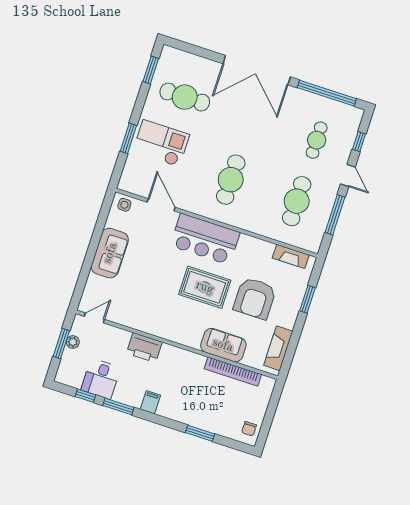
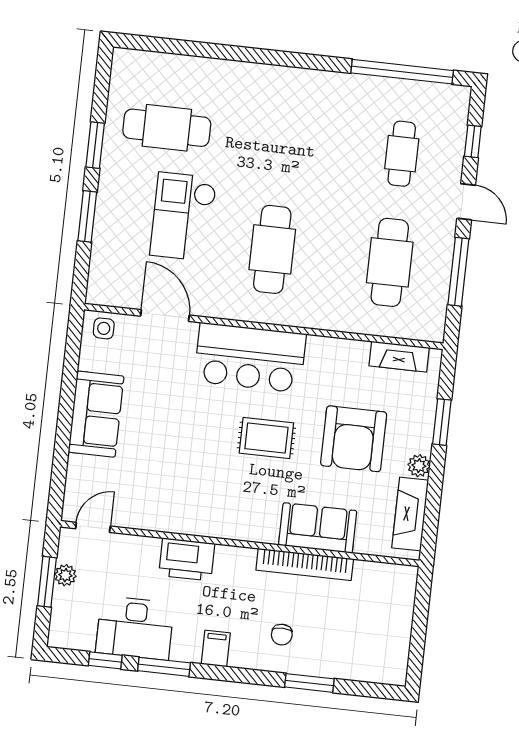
window: (151, 70) -> (95, 145), moved
double door: (257, 70) -> (277, 58), removed
checkout: (161, 143) -> (183, 217), moved, turned -90
rug: (205, 287) -> (266, 438), width x0.73, depth x0.70
plant: (289, 321) -> (419, 466), added
bookcase: (233, 372) -> (305, 564), moved
desk: (101, 379) -> (135, 628), width x1.37
chair: (249, 429) -> (282, 635), moved

